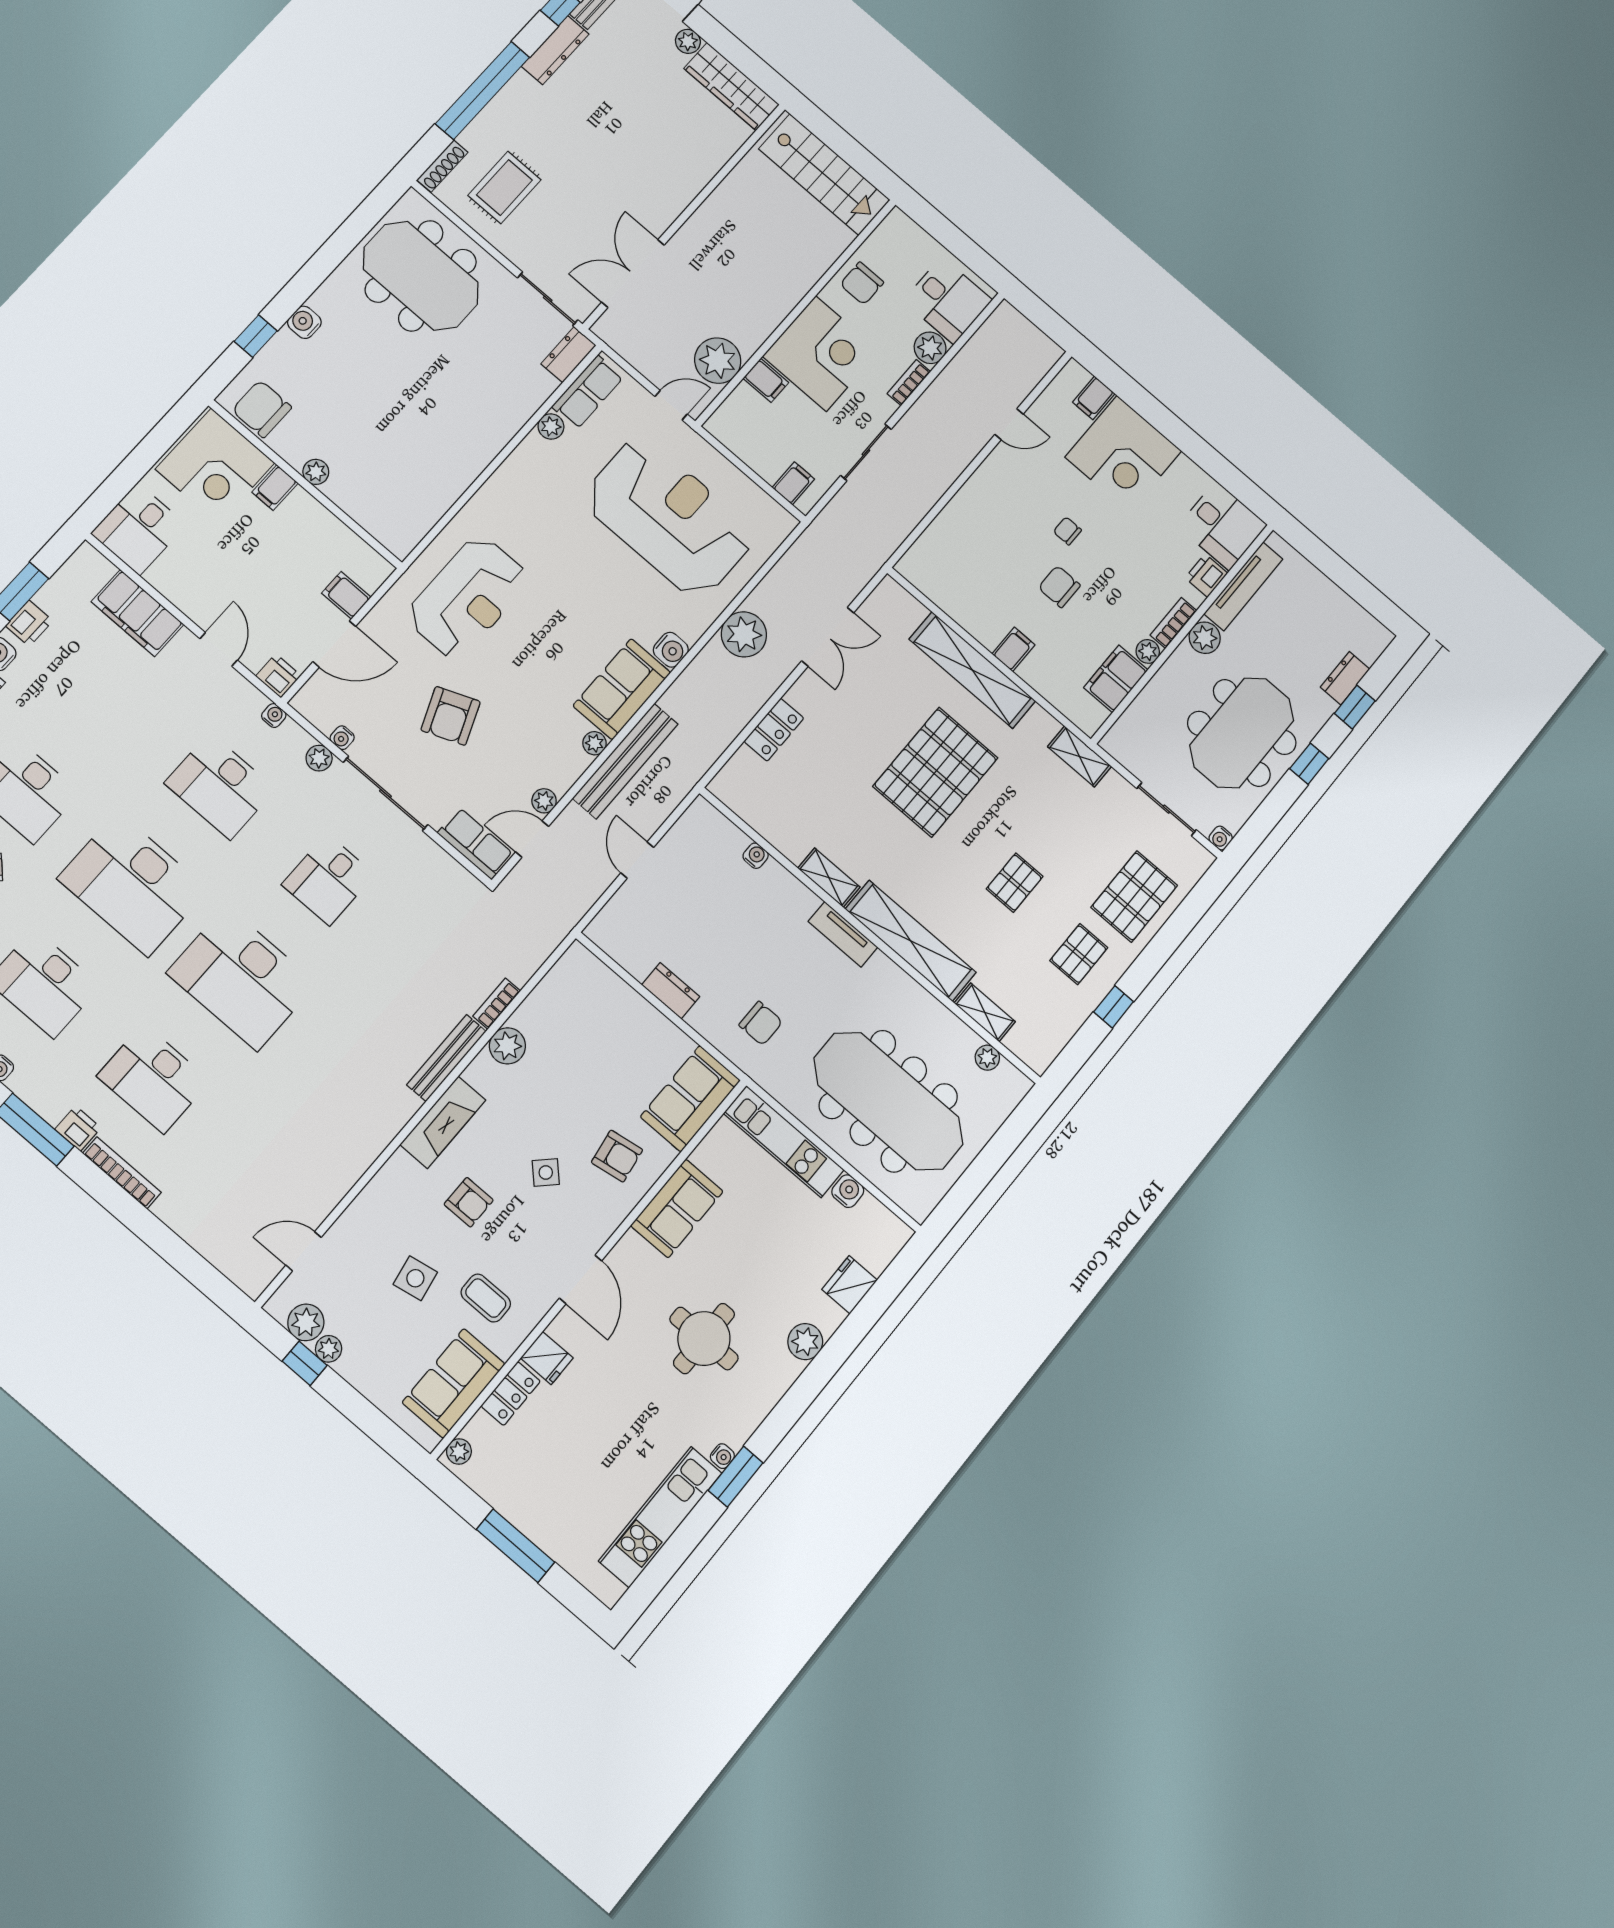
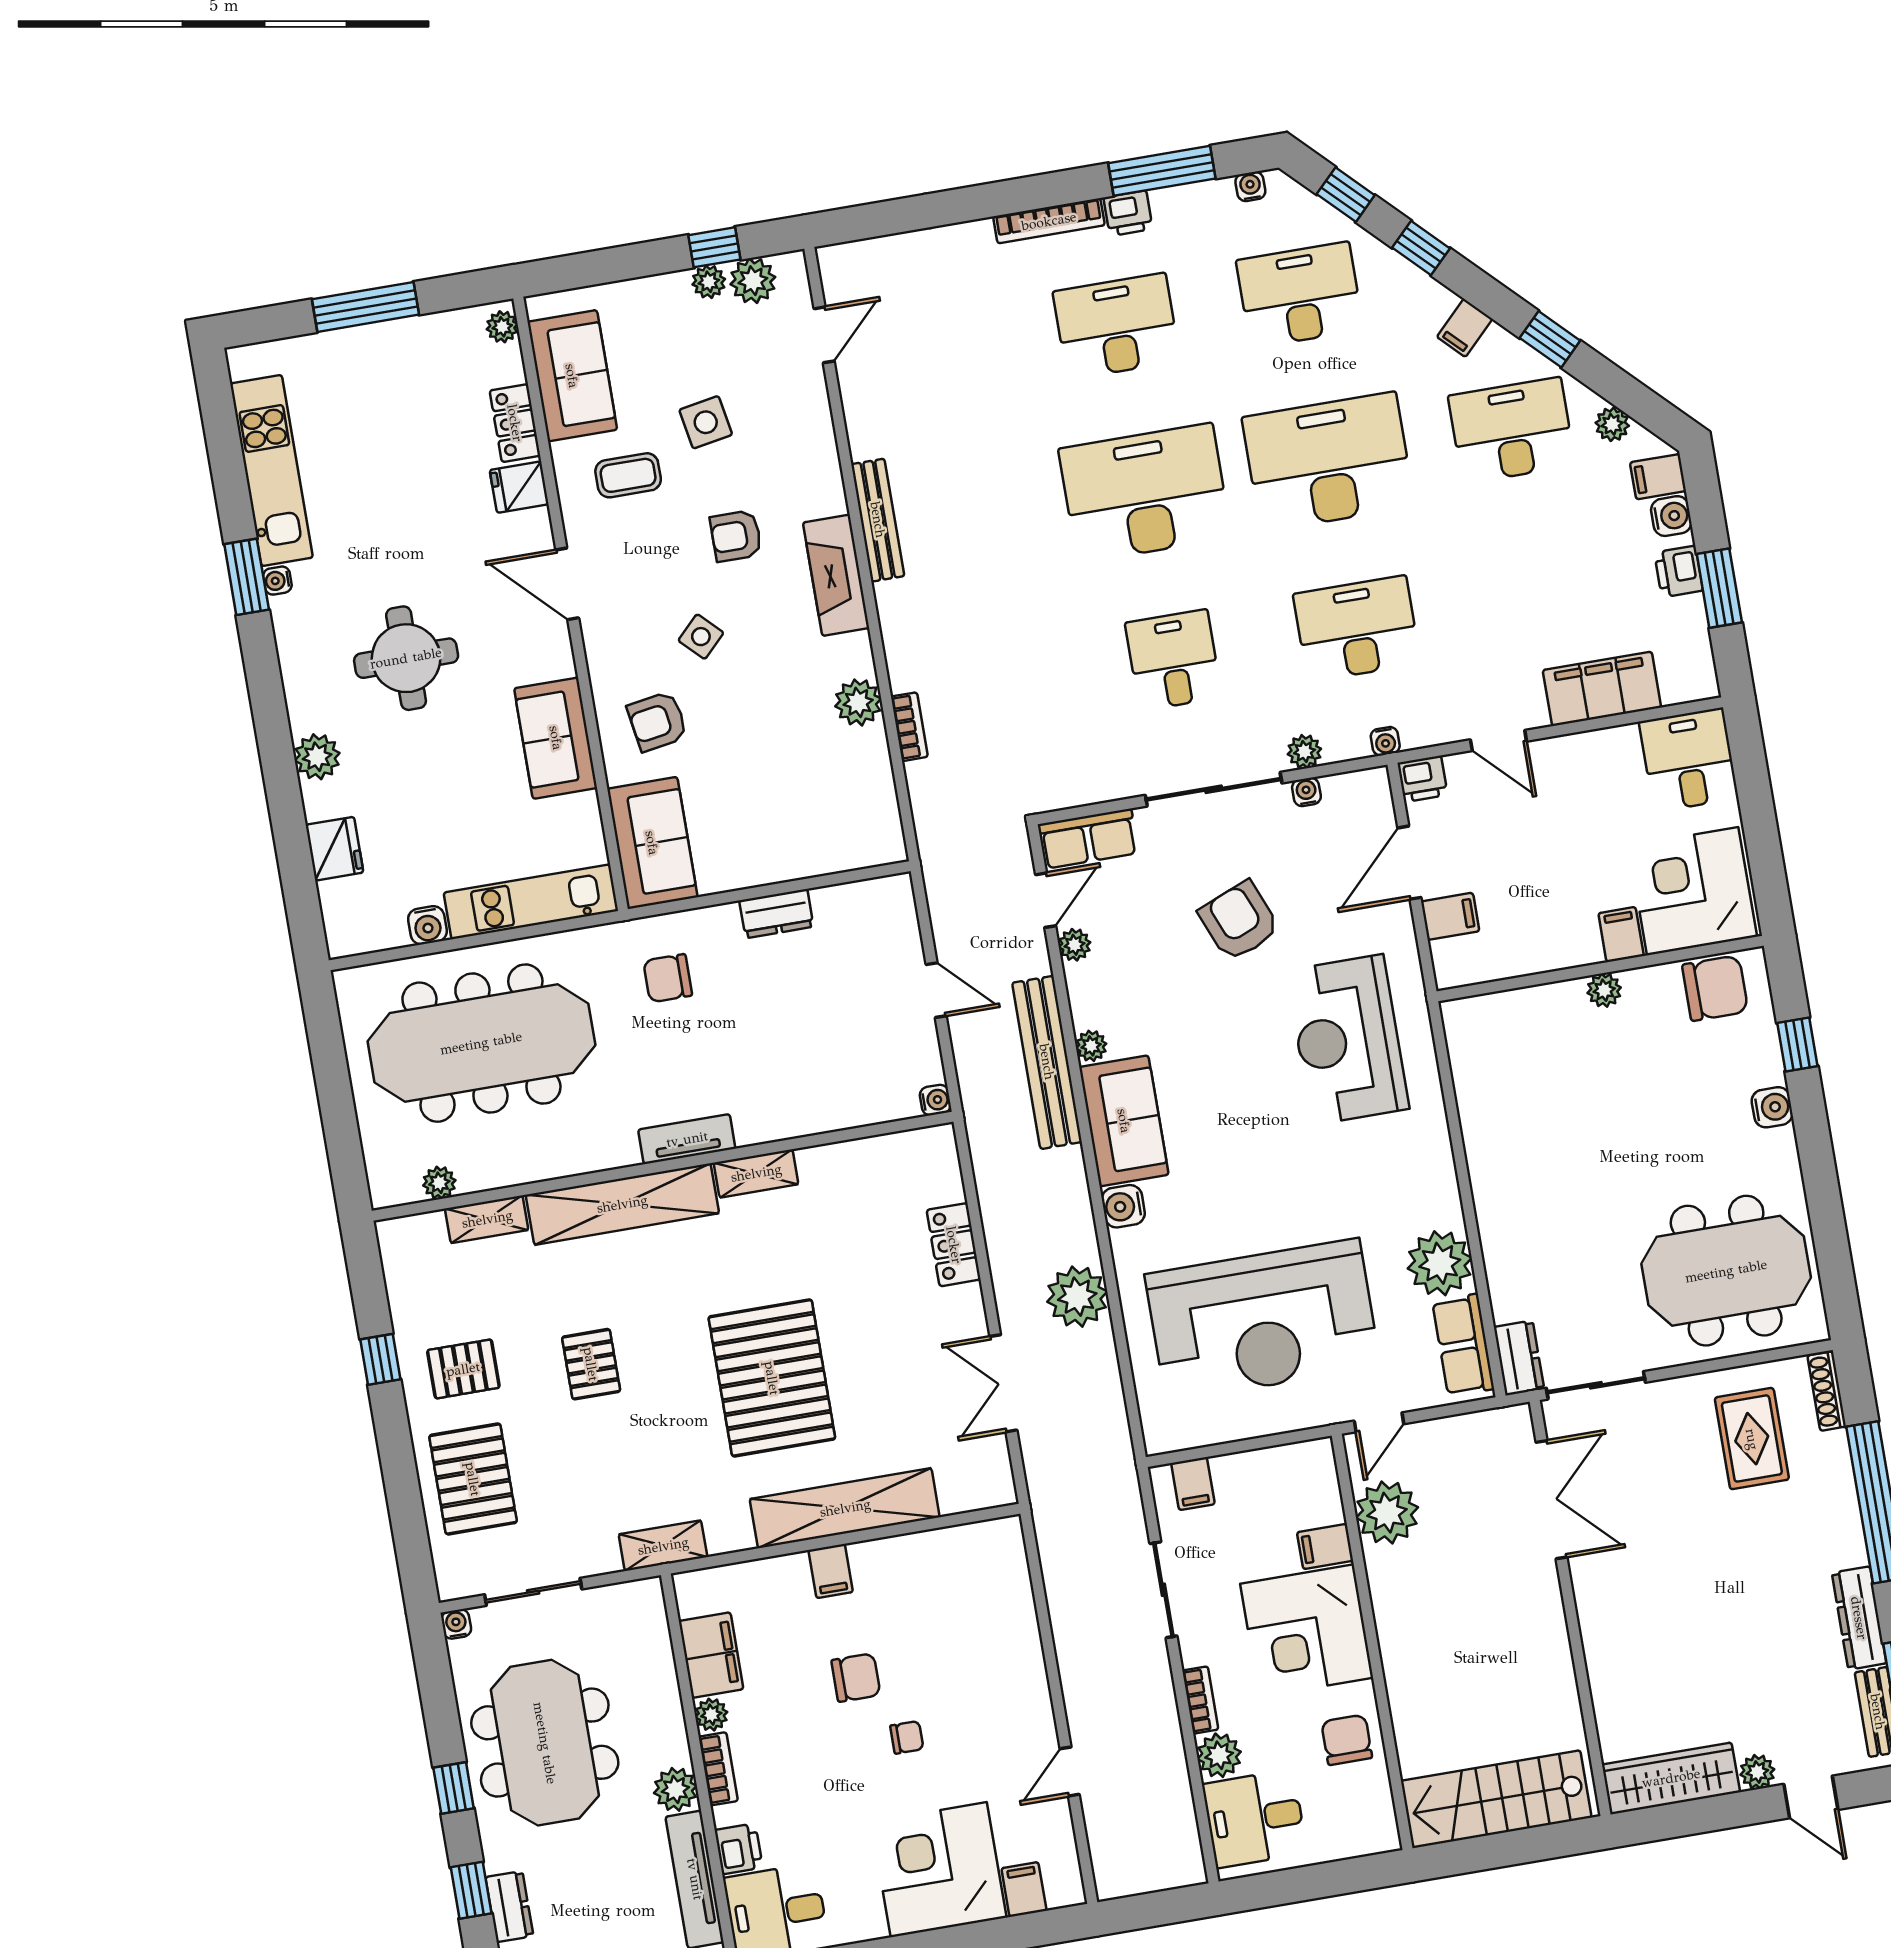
plant: (551, 427) -> (1440, 1263), width x1.87, depth x1.87
water cooler: (756, 856) -> (935, 1100), moved, turned -90
pallet: (1079, 954) -> (463, 1369), turned 90
bench: (446, 1058) -> (878, 520), moved

